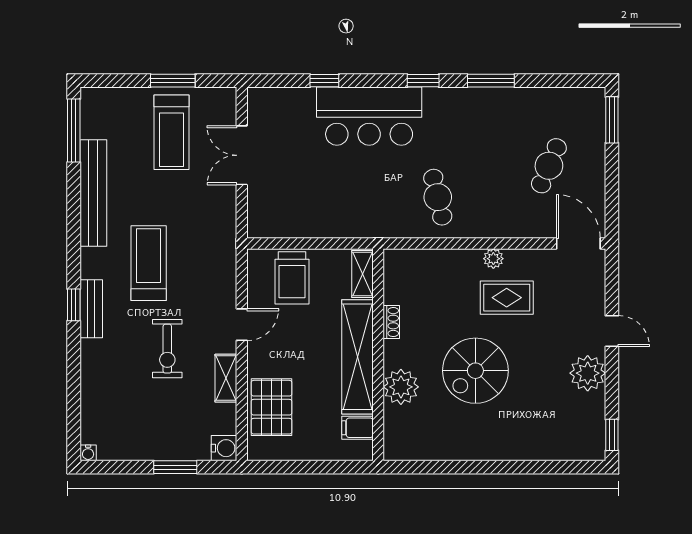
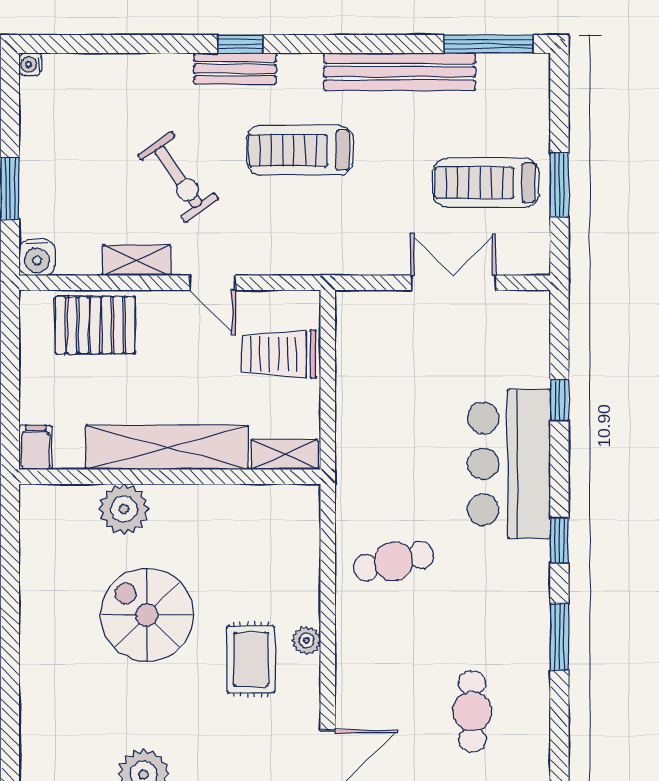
cafe table: (549, 166) -> (472, 711), moved, turned 67
treadmill: (149, 263) -> (300, 150), turned 180
shoe rack: (391, 322) -> (216, 495), removed
exercise bike: (167, 349) -> (178, 177), turned -125
filing cabinet: (358, 428) -> (36, 447), moved

